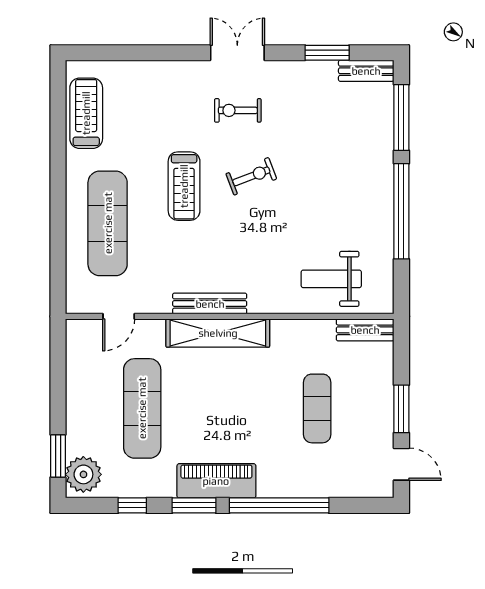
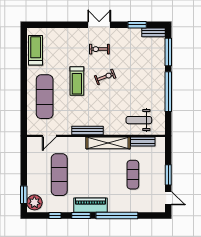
bench: (365, 330) -> (143, 142), moved
shelving: (218, 333) -> (108, 143), moved

